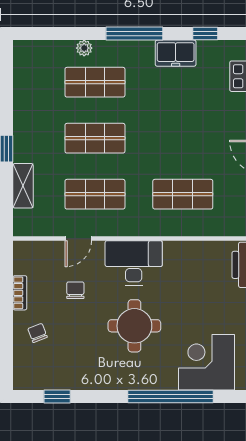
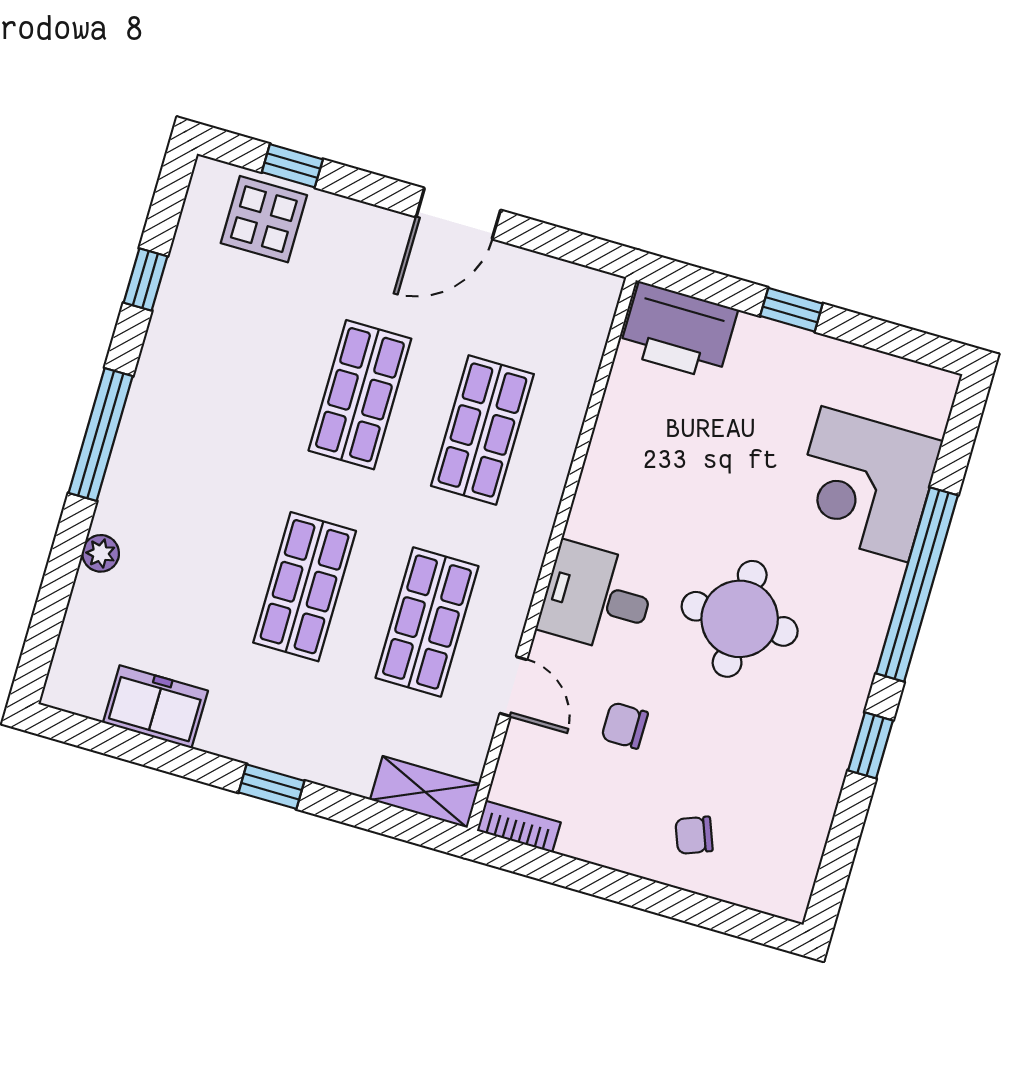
freezer: (176, 53) -> (155, 707), moved, turned -90
shop shelf: (95, 82) -> (360, 395), moved
shelving: (23, 186) -> (425, 792), moved
desk: (134, 263) -> (597, 598), width x0.73
bookcase: (20, 293) -> (519, 826), moved
window: (57, 396) -> (870, 745), moved

